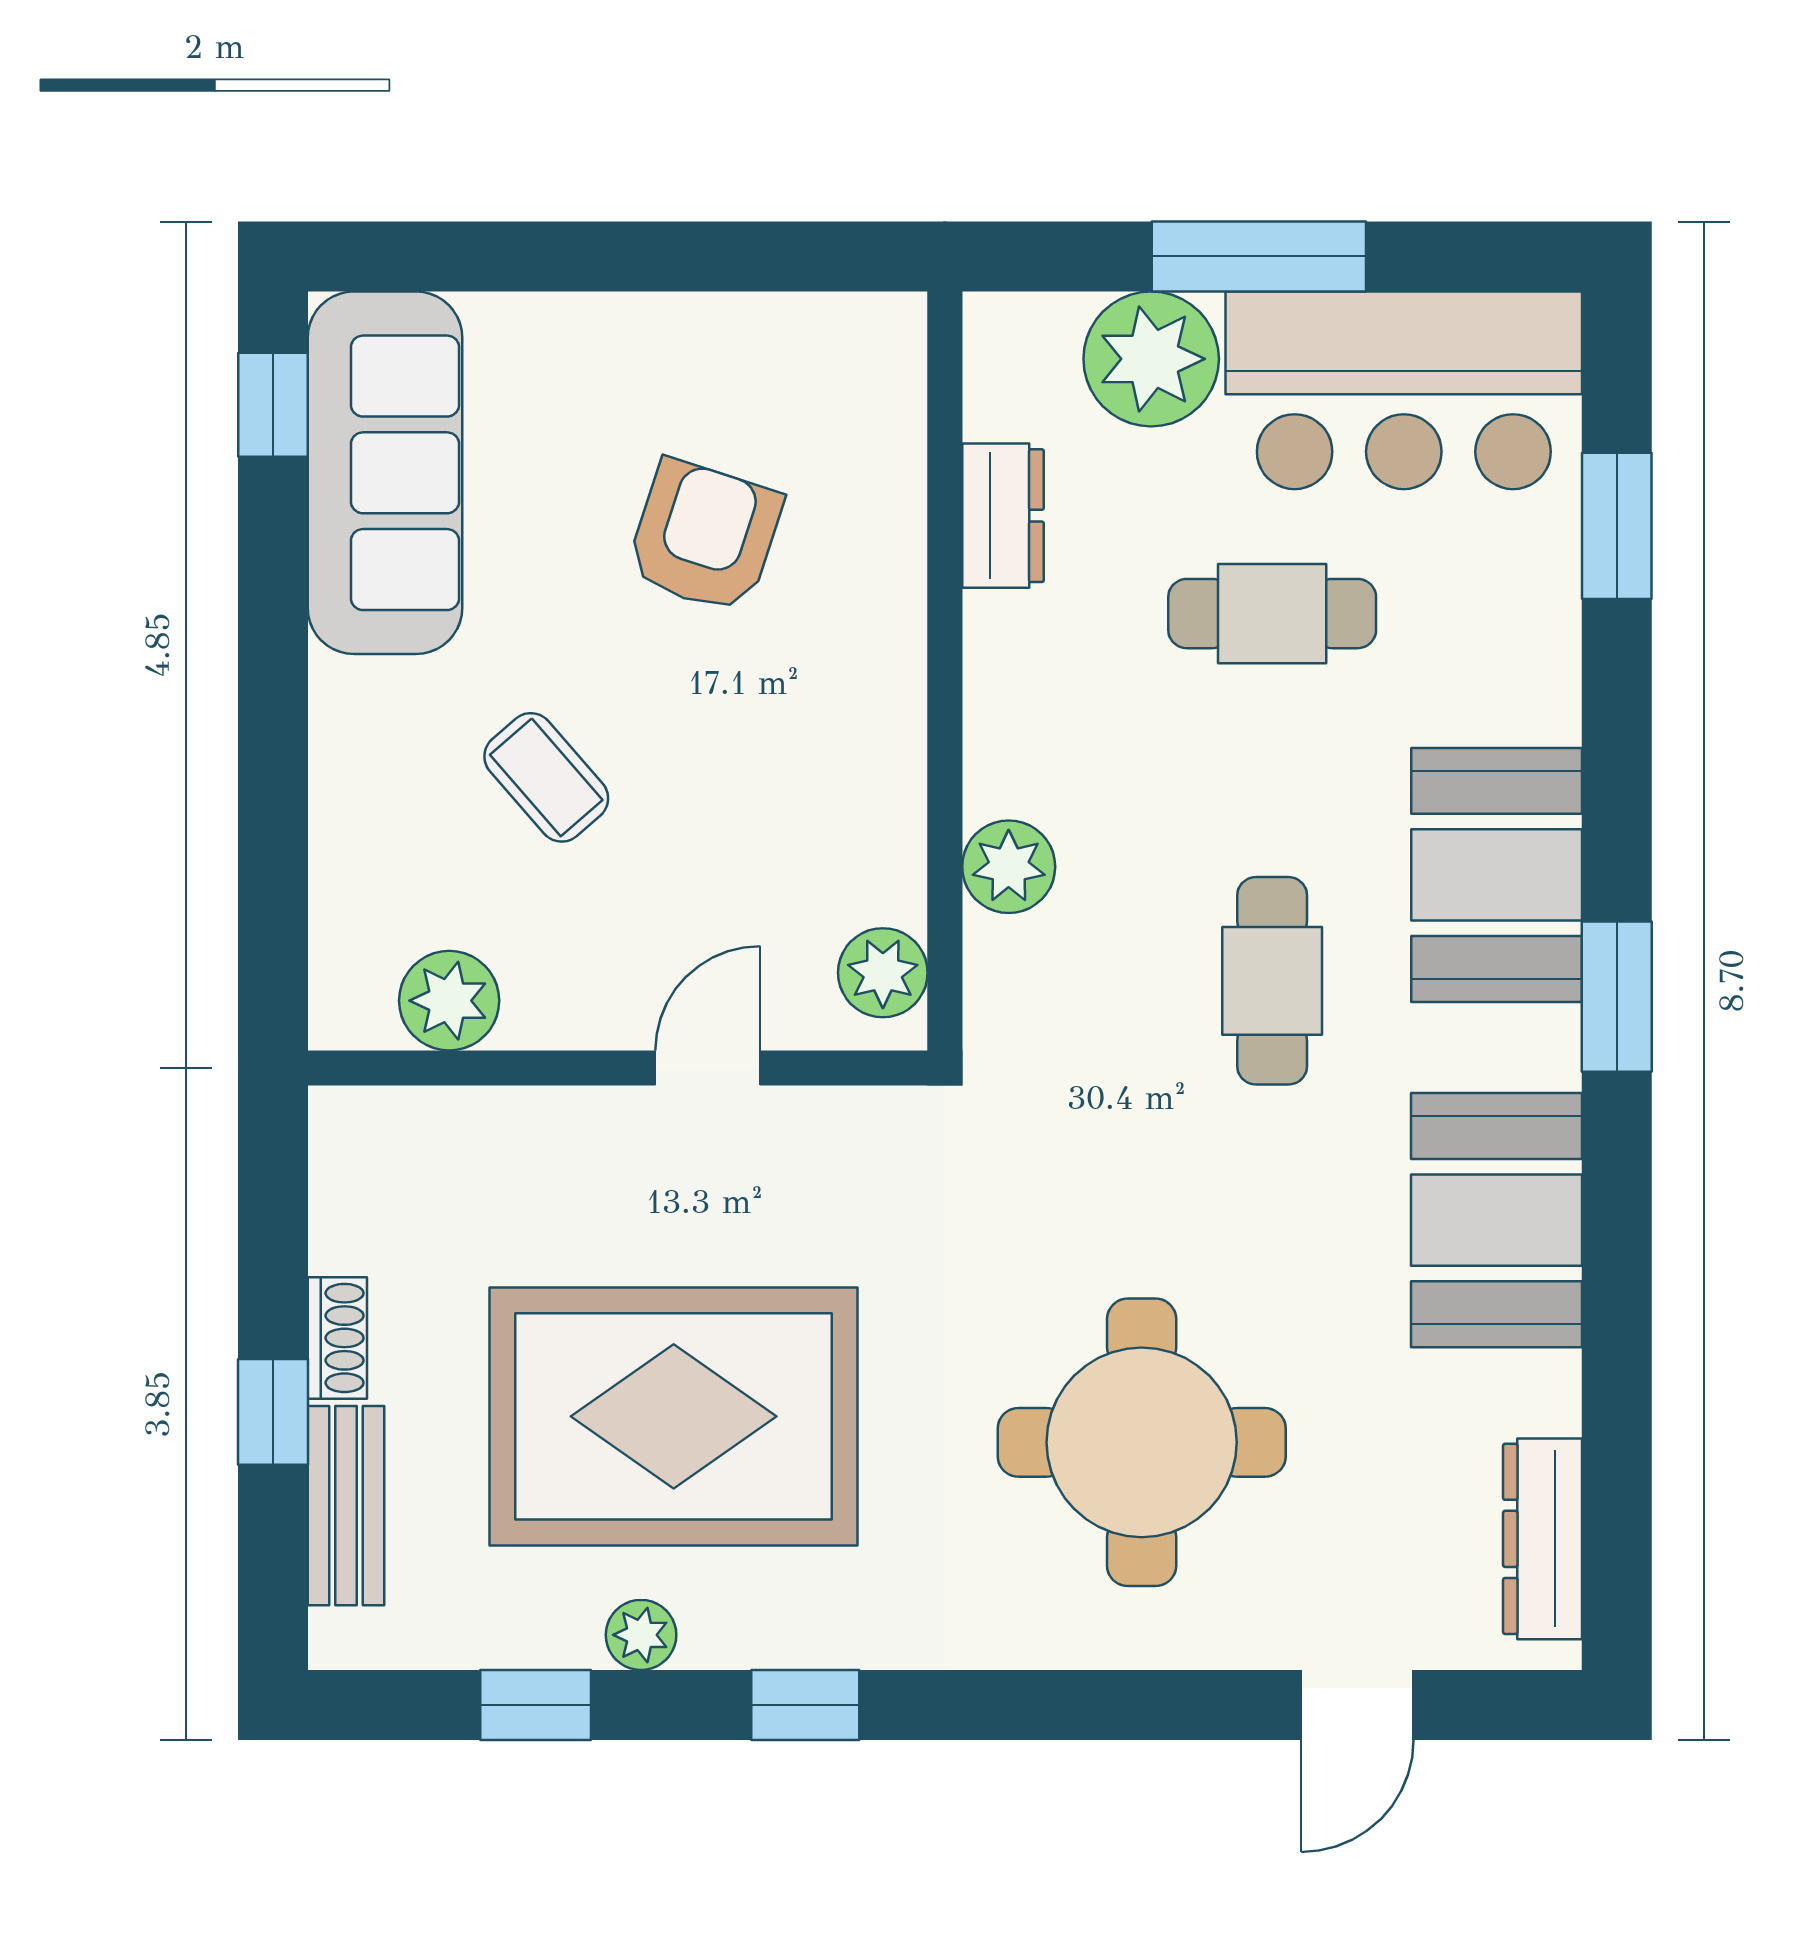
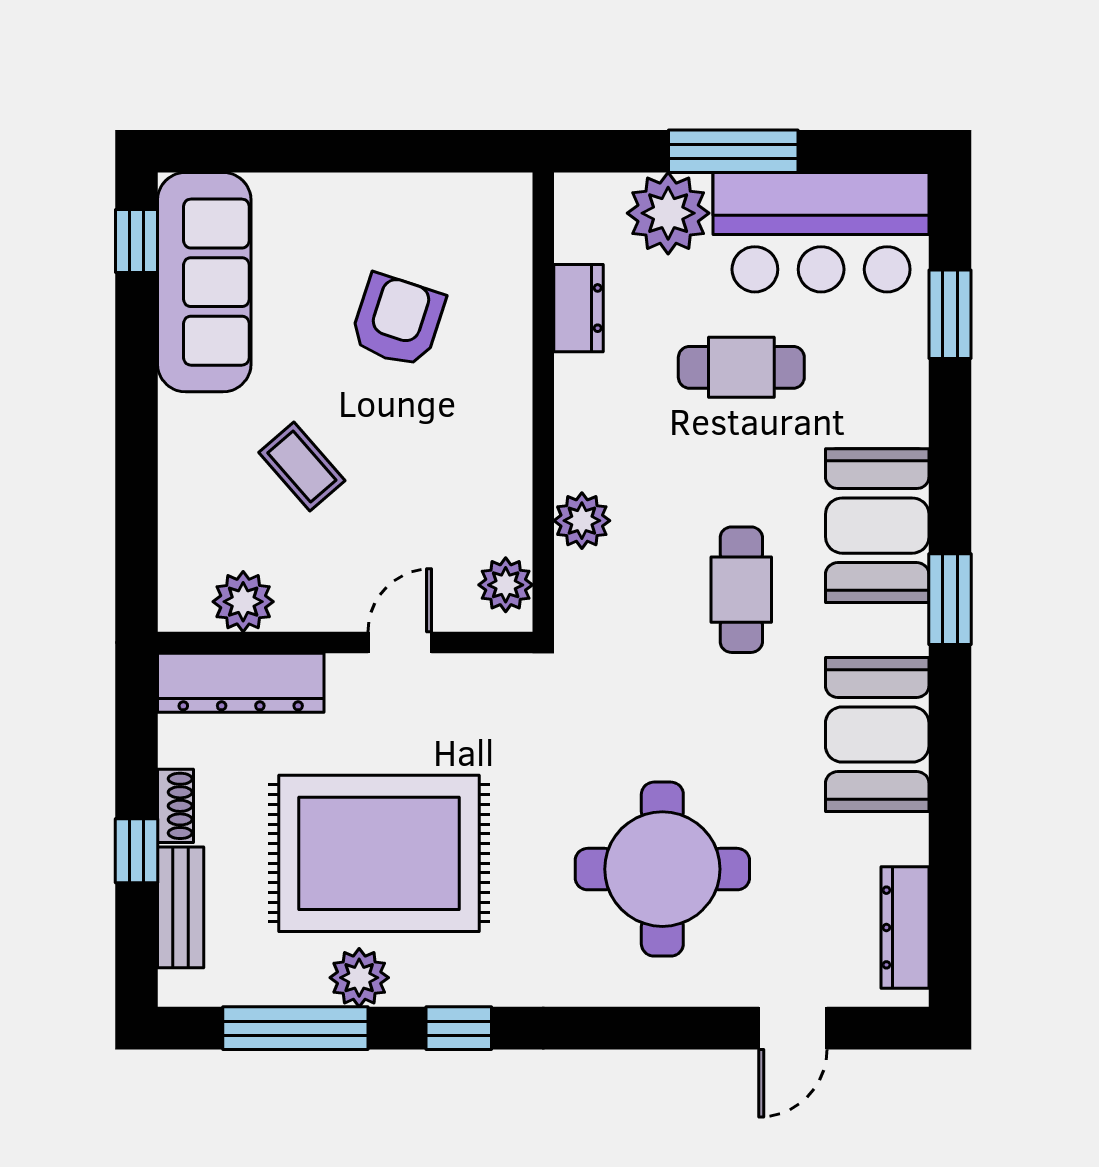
dresser: (445, 1134) -> (241, 683), added
plant: (641, 1635) -> (359, 978), width x1.38, depth x1.38
window: (536, 1705) -> (295, 1028), width x2.17

